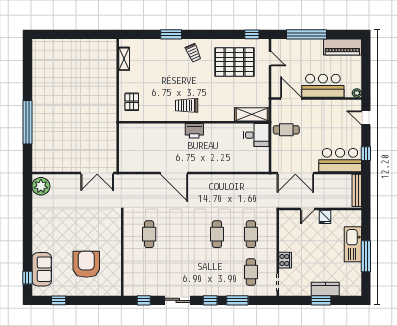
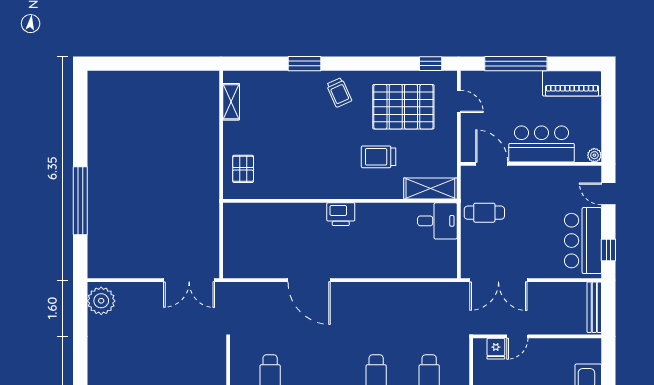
trolley: (187, 105) -> (378, 157), moved
bar counter: (340, 160) -> (583, 241), moved, turned -90
fridge: (325, 217) -> (496, 349), moved

